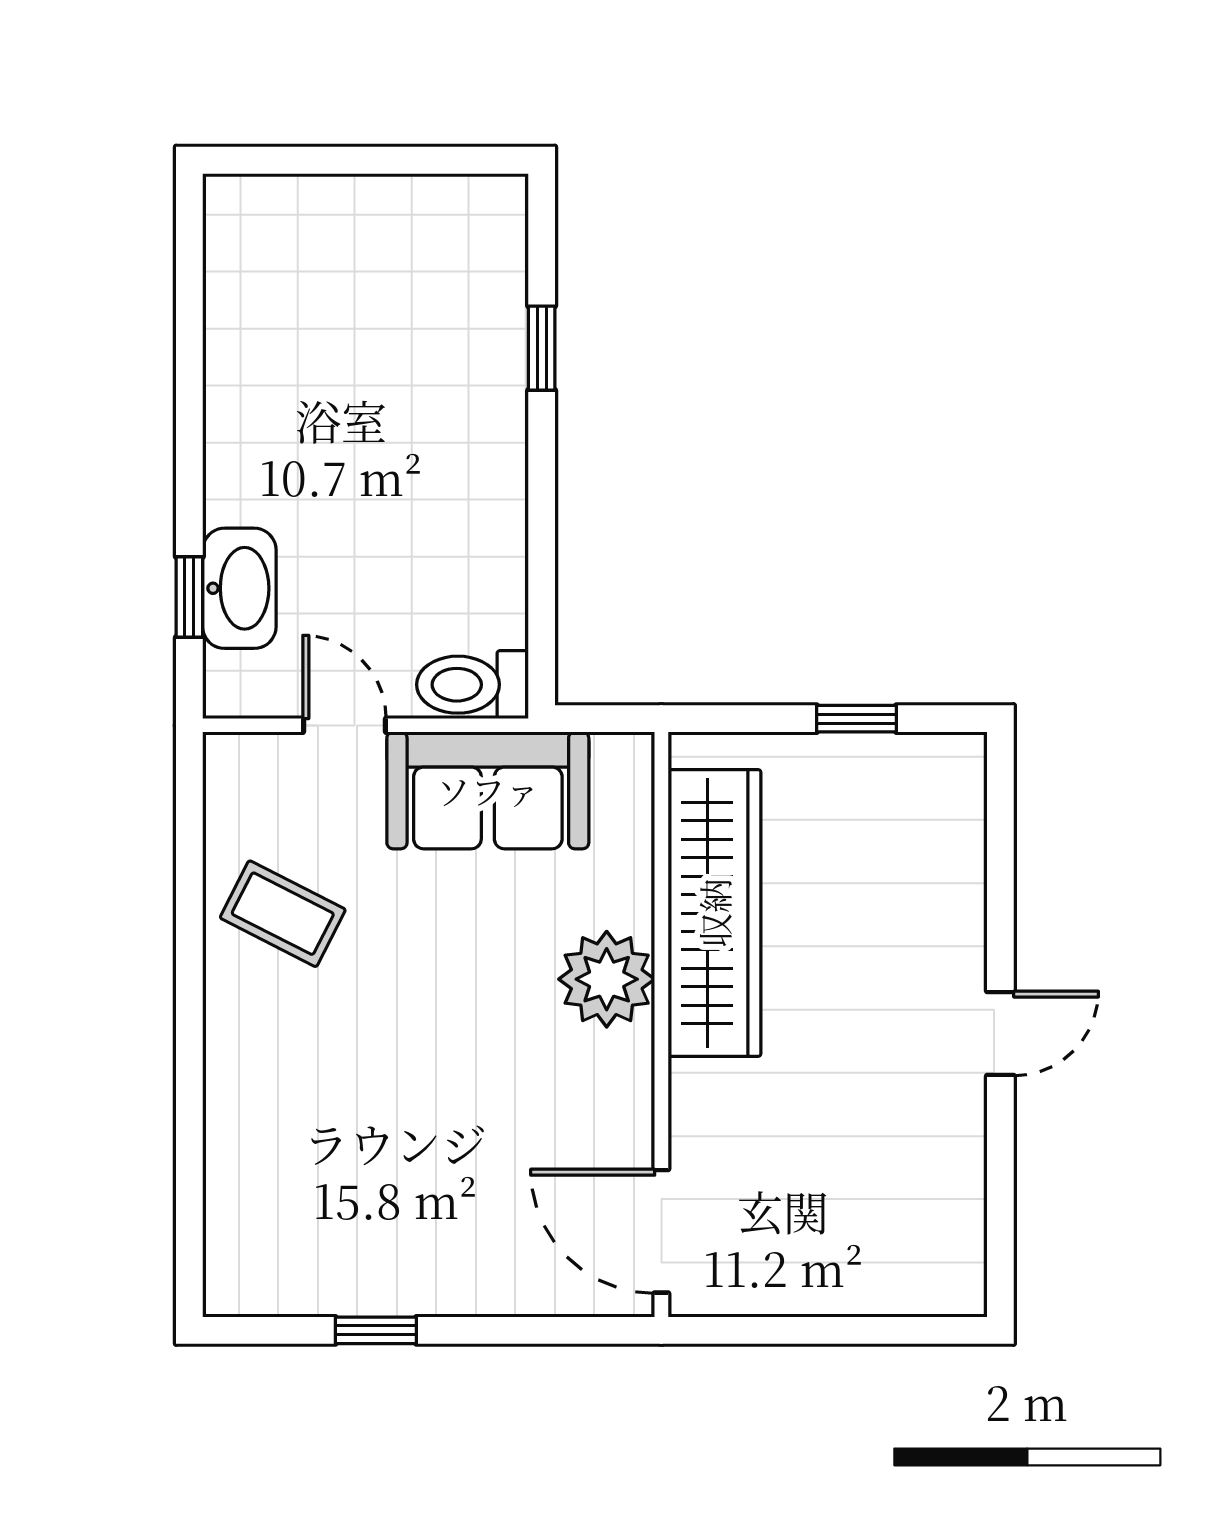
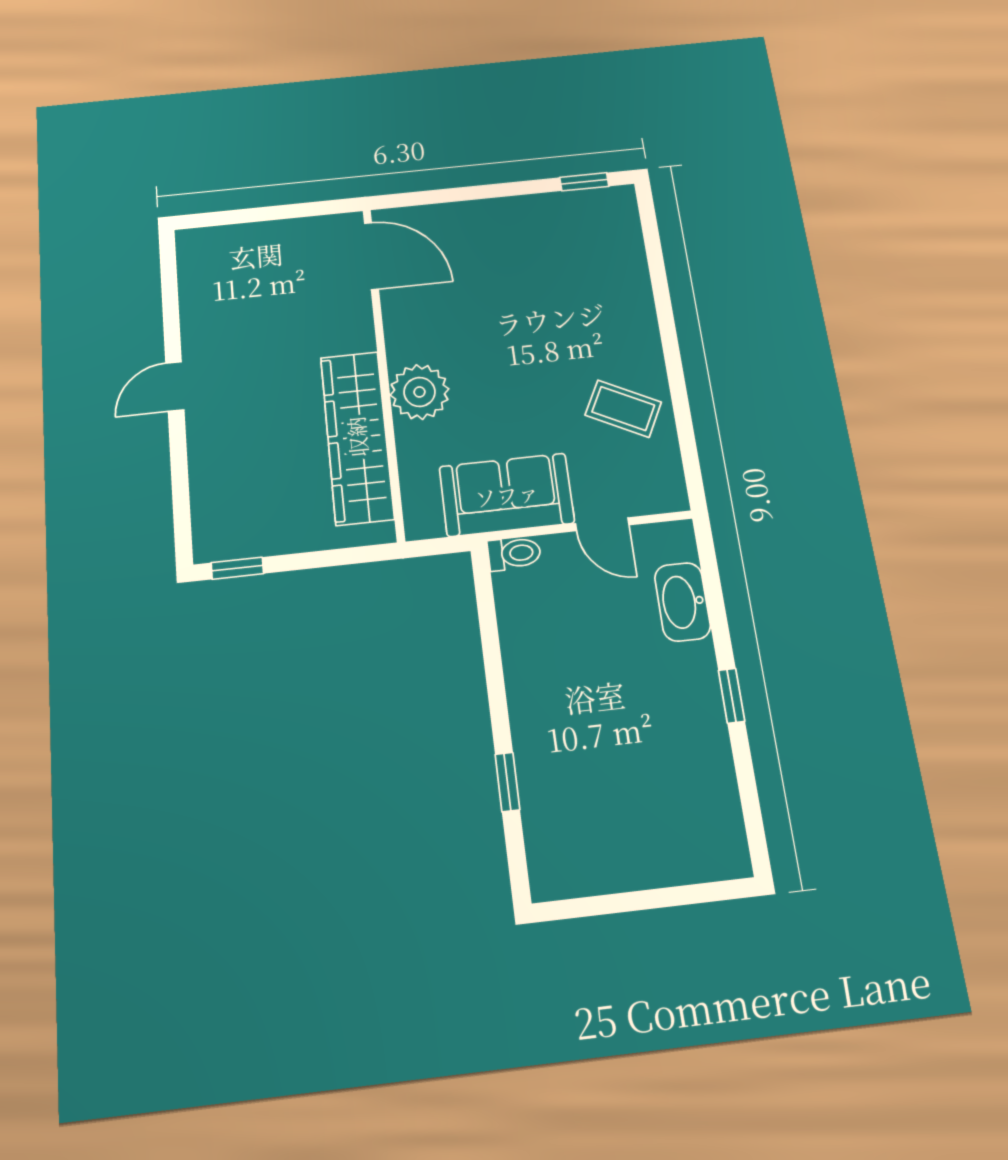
window: (189, 597) -> (732, 696), moved
toilet: (472, 685) -> (514, 553), width x0.73, depth x0.72
window: (857, 719) -> (237, 568), moved
window: (376, 1330) -> (584, 182), moved

